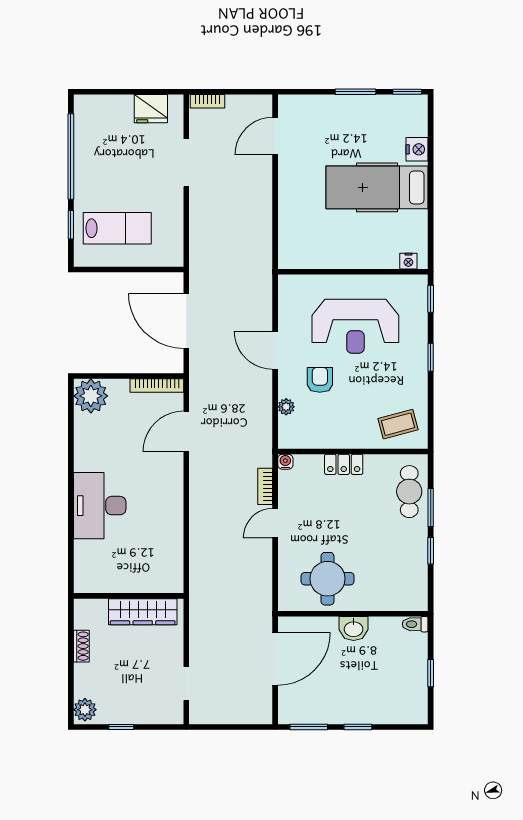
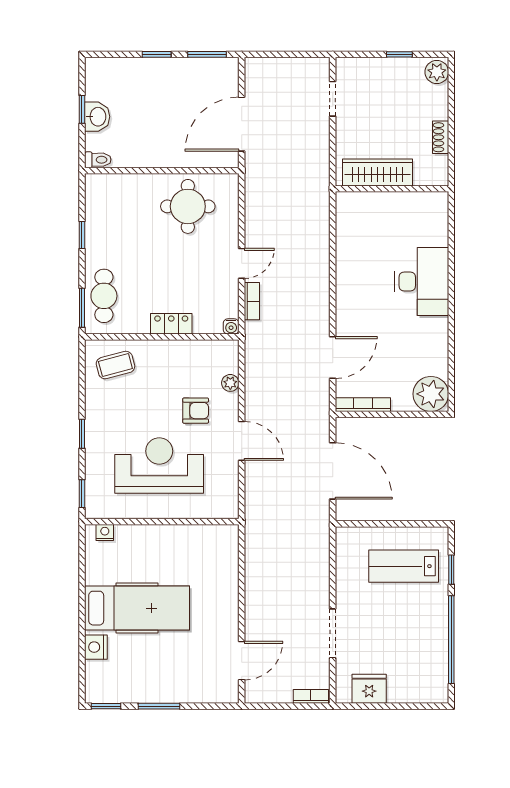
armchair: (320, 380) -> (196, 411), turned -90
window: (431, 507) -> (82, 308), moved
washbasin: (354, 629) -> (97, 117), moved, turned 90

